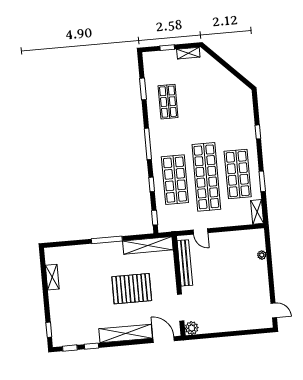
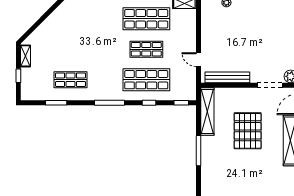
shop shelf: (206, 177) -> (146, 49), width x0.50, depth x0.74
door: (200, 231) -> (198, 60), swing flipped

